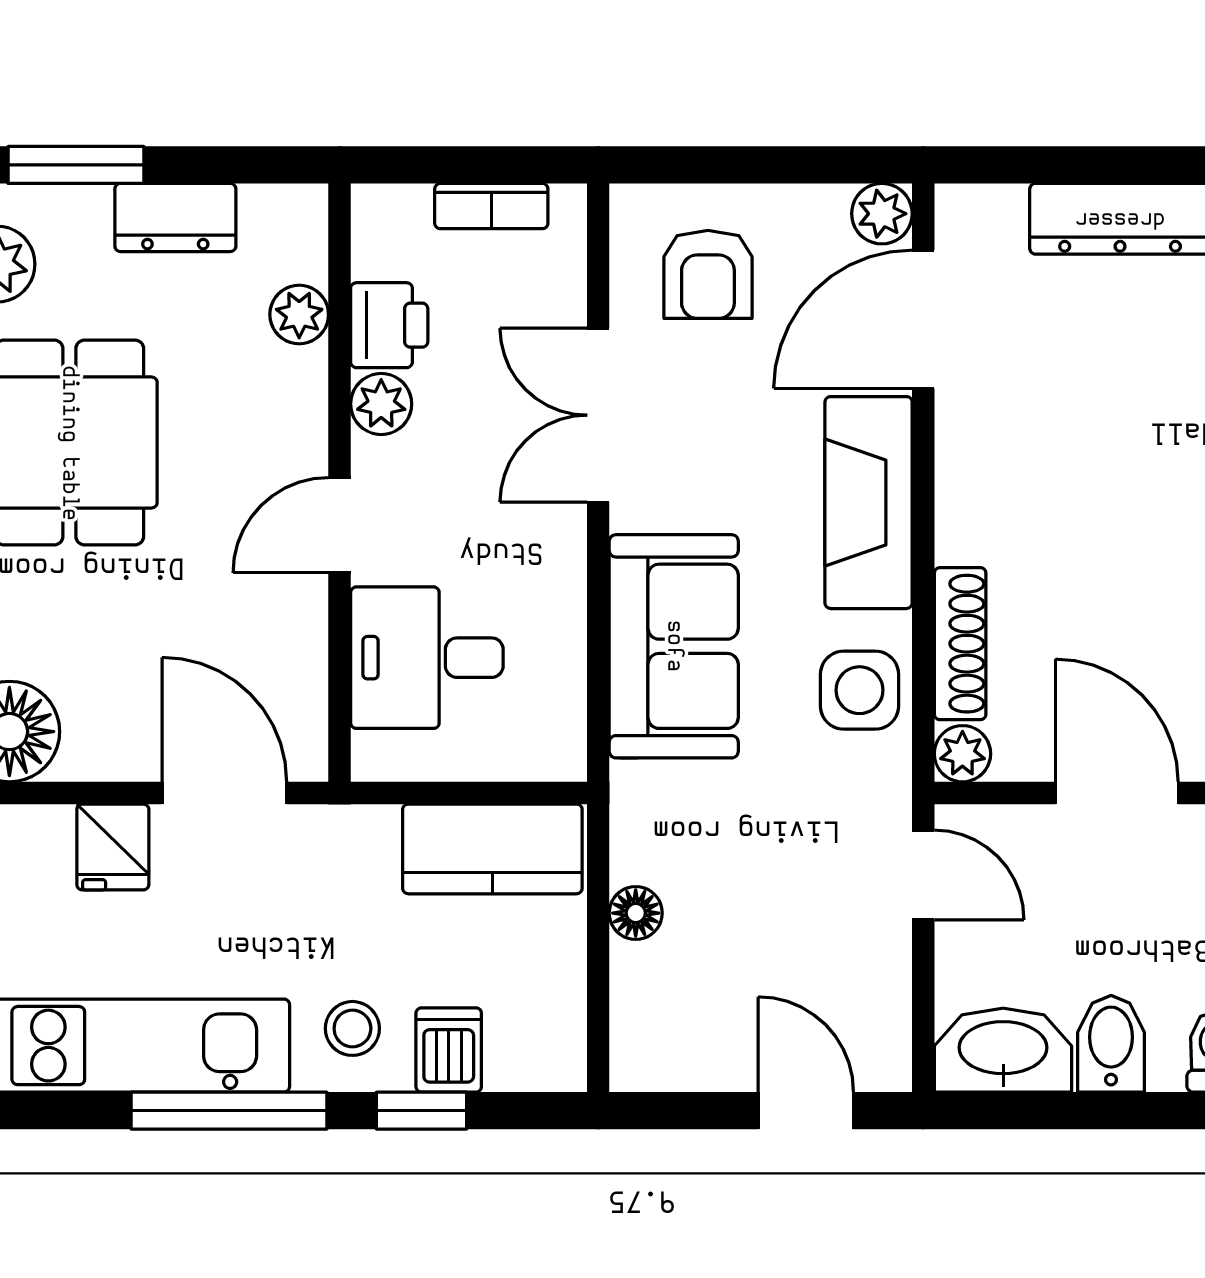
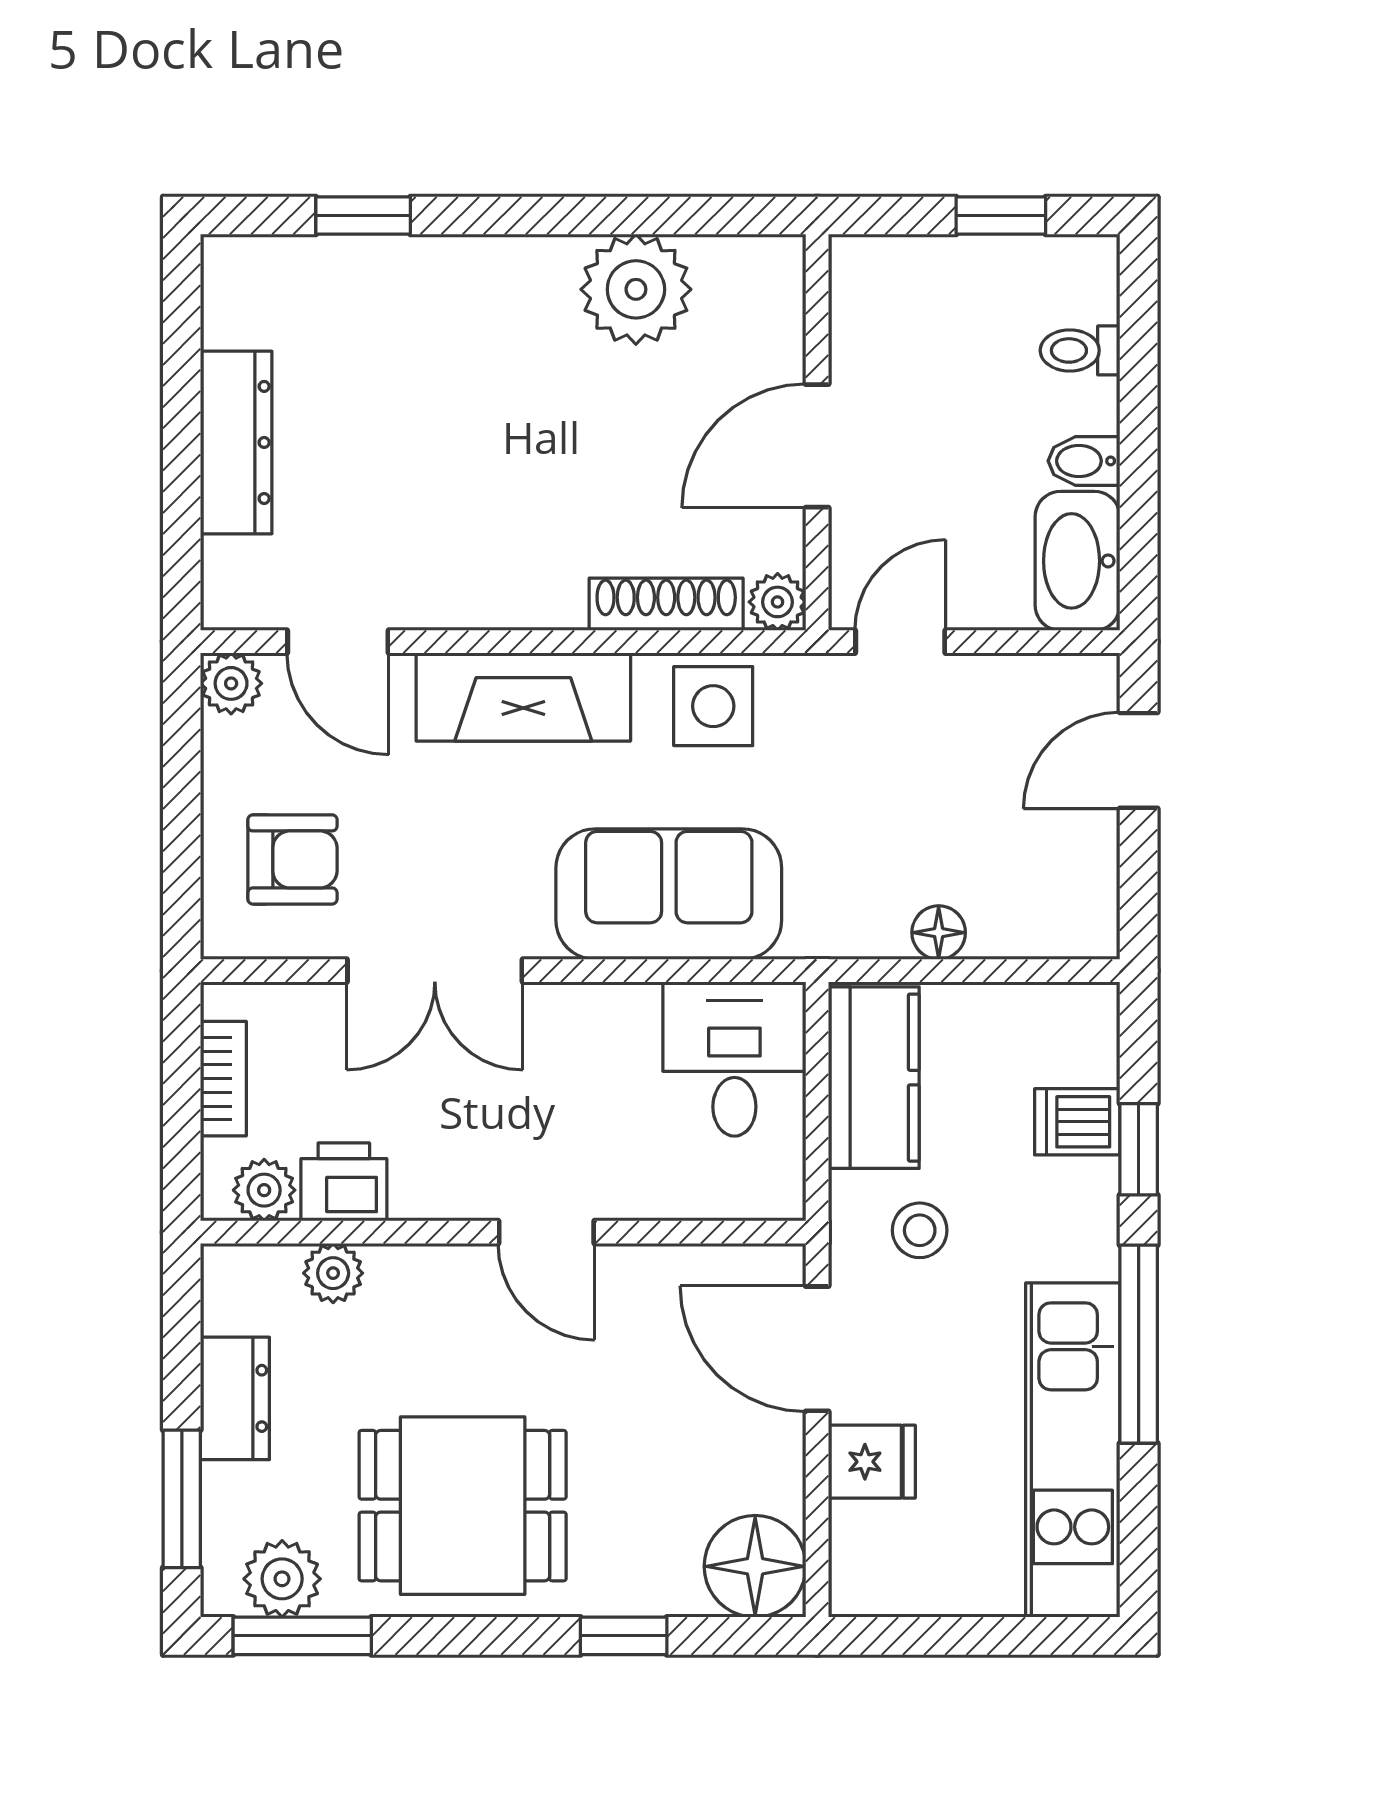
door: (923, 319) -> (338, 642), width x0.73
plant: (381, 404) -> (264, 1190), moved
desk: (427, 658) -> (734, 1059), moved, turned 180
door: (224, 793) -> (817, 1349), hinge flipped
stool: (352, 1028) -> (920, 1230), moved
bidet: (1111, 1044) -> (1084, 461), width x0.72, depth x0.74

